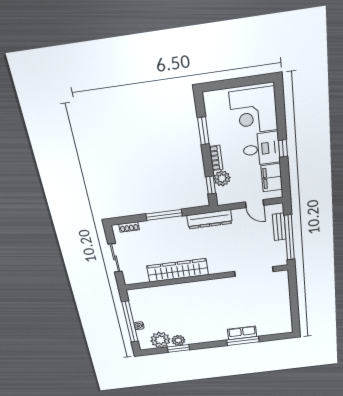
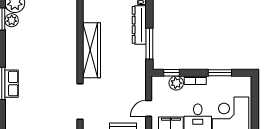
window: (164, 215) -> (149, 44), moved
dresser: (209, 219) -> (139, 25), moved
wardrobe: (178, 270) -> (91, 50), moved

